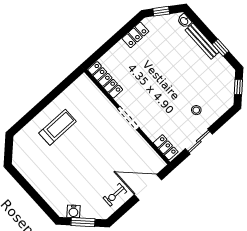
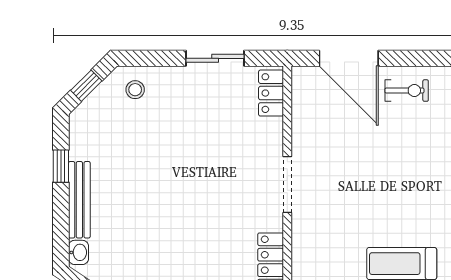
stool: (196, 110) -> (135, 90), moved

